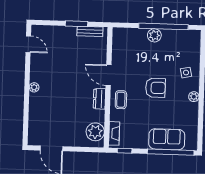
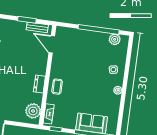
plant: (154, 35) -> (115, 39), moved
door: (108, 75) -> (52, 44), moved
armchair: (155, 88) -> (87, 80), removed

